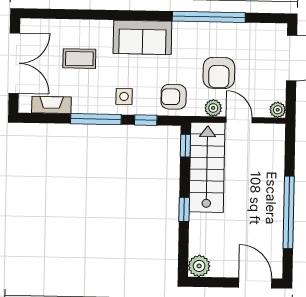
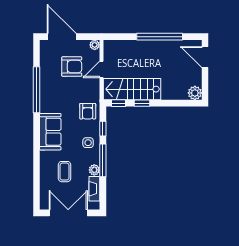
armchair: (219, 73) -> (72, 67), moved
plant: (213, 108) -> (94, 170), moved
window: (184, 210) -> (142, 103), moved
door: (255, 283) -> (205, 57), hinge flipped

